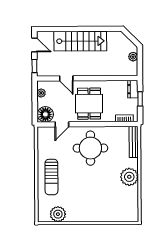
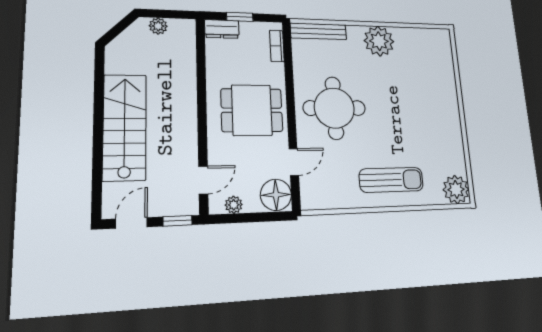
door: (66, 78) -> (203, 180), moved
door: (62, 124) -> (294, 162), hinge flipped
plant: (58, 214) -> (456, 189), moved

